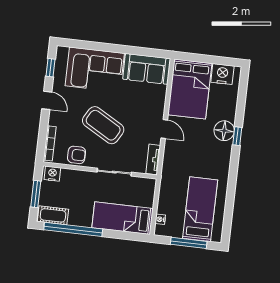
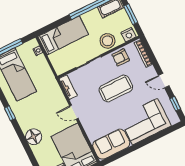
coffee table: (103, 125) -> (116, 88), turned -30
window: (237, 136) -> (10, 113), moved
stool: (79, 182) -> (107, 41), added

